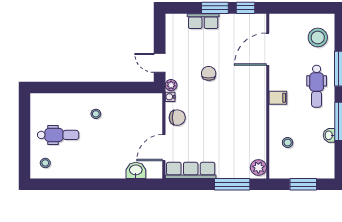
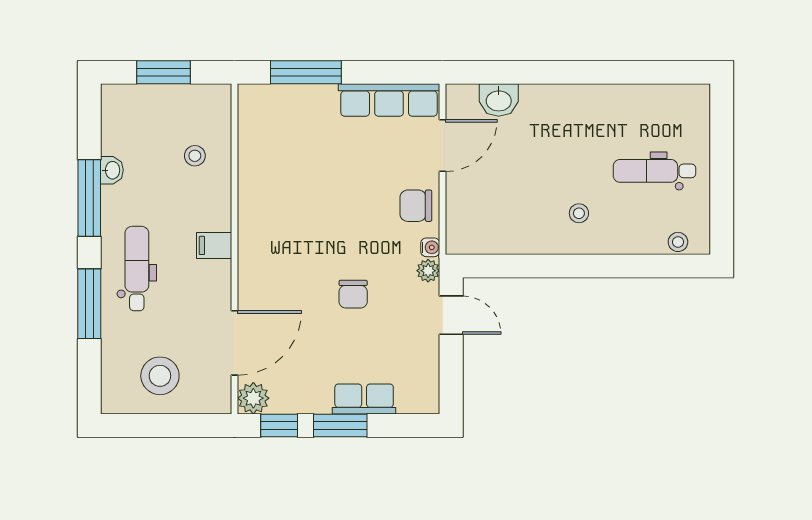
stool: (318, 37) -> (160, 376), moved
stool: (45, 163) -> (678, 242), moved
plant: (258, 168) -> (253, 398), moved

